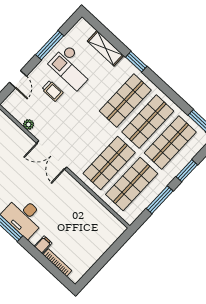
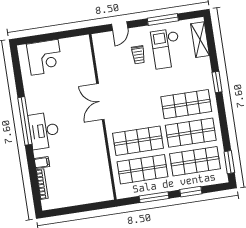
shelving: (106, 48) -> (200, 40), moved
plant: (29, 124) -> (101, 66), removed

